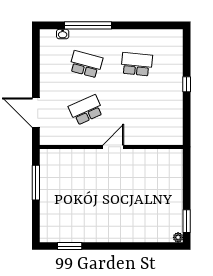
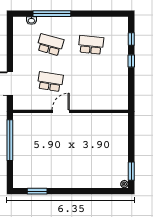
window: (187, 57) -> (131, 39), added
school desk: (86, 110) -> (50, 82), turned 33
door: (113, 147) -> (61, 111), moved
window: (36, 183) -> (10, 140), width x1.46

